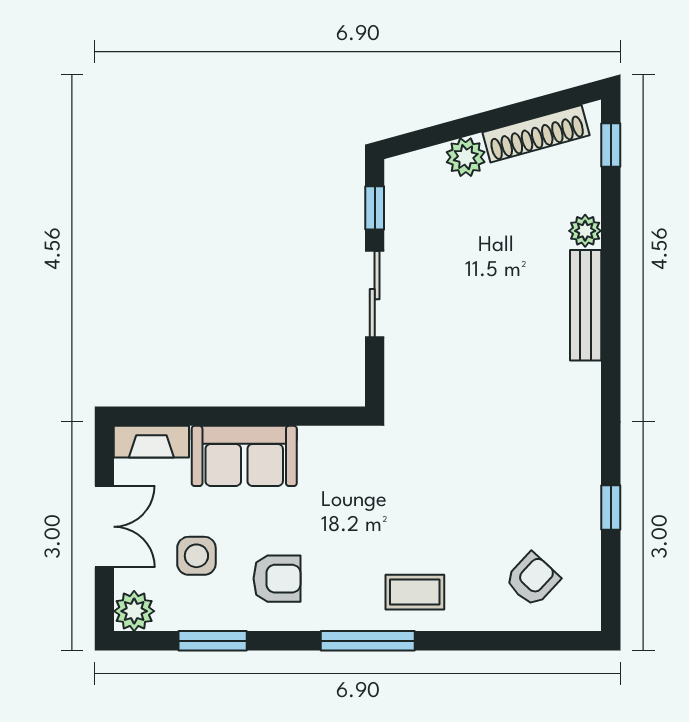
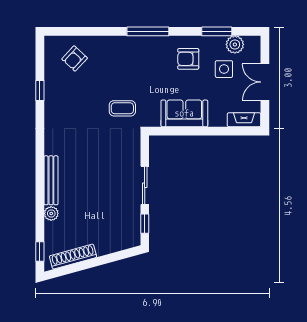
plant: (466, 157) -> (104, 246), removed
sofa: (244, 456) -> (184, 113), moved
coffee table: (415, 592) -> (122, 108), moved
plant: (134, 611) -> (235, 44), moved

